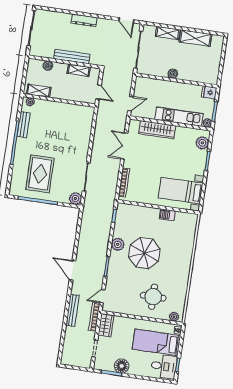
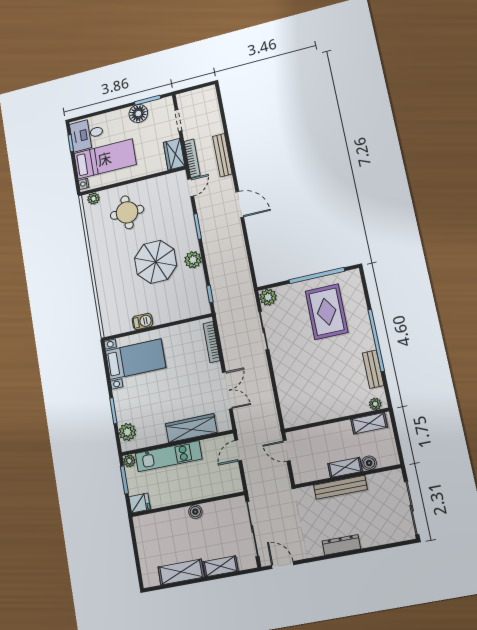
shelving: (79, 70) -> (345, 467), moved

